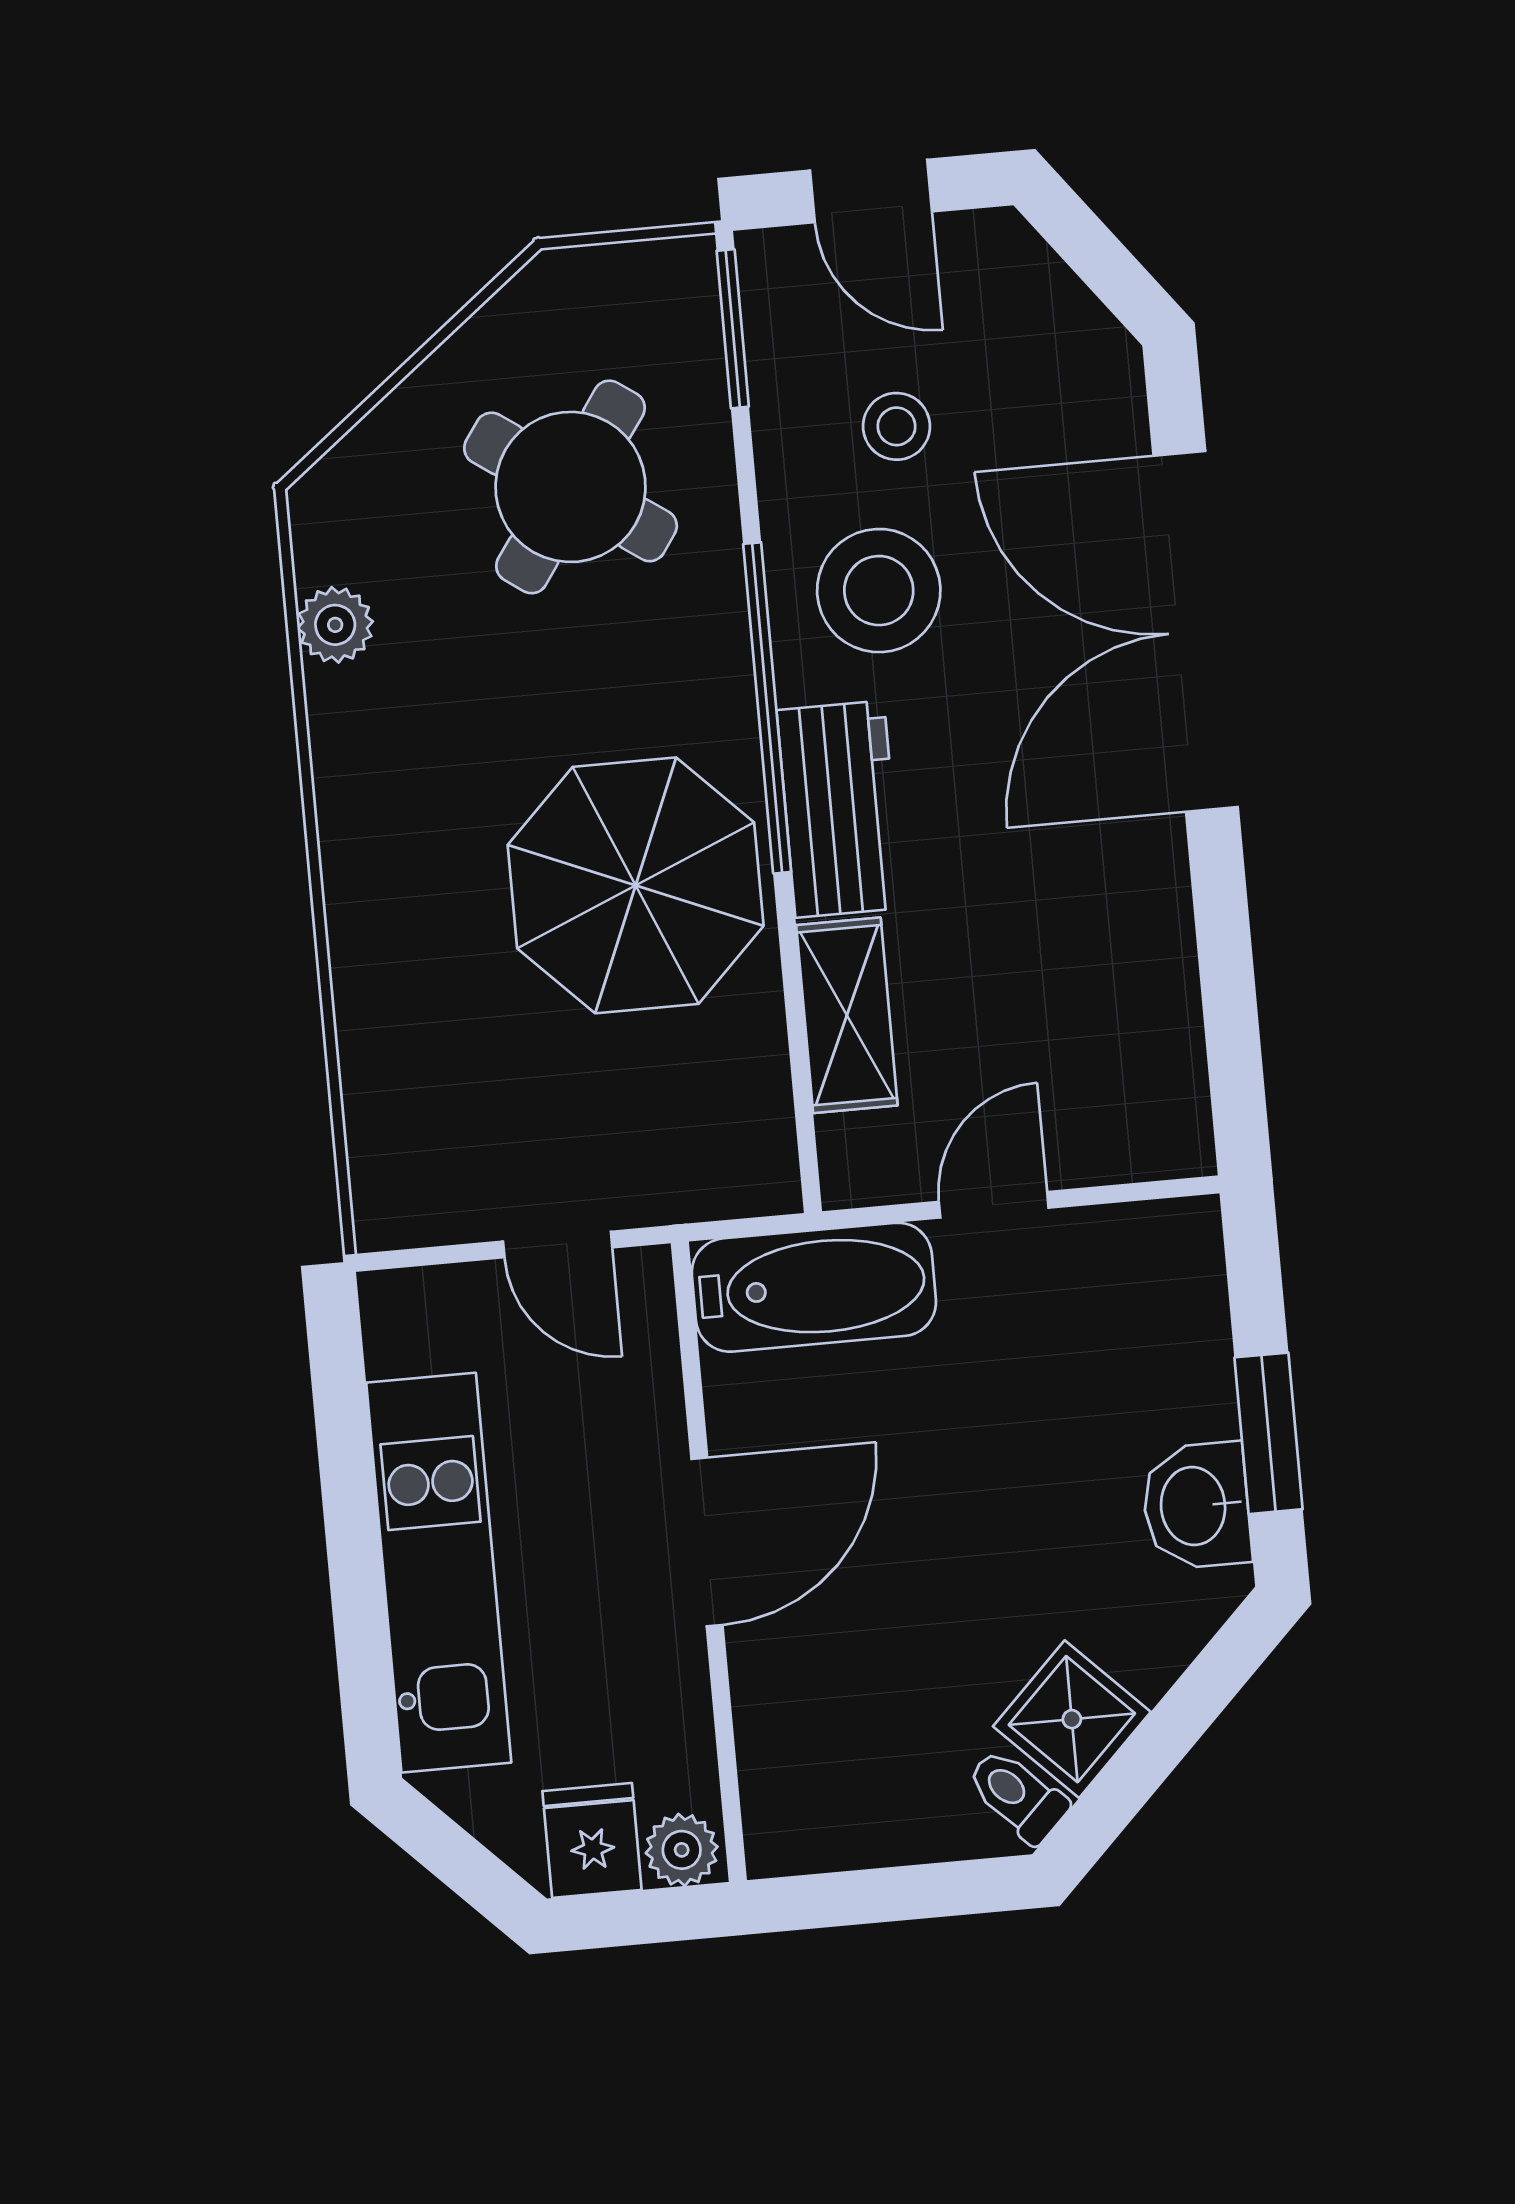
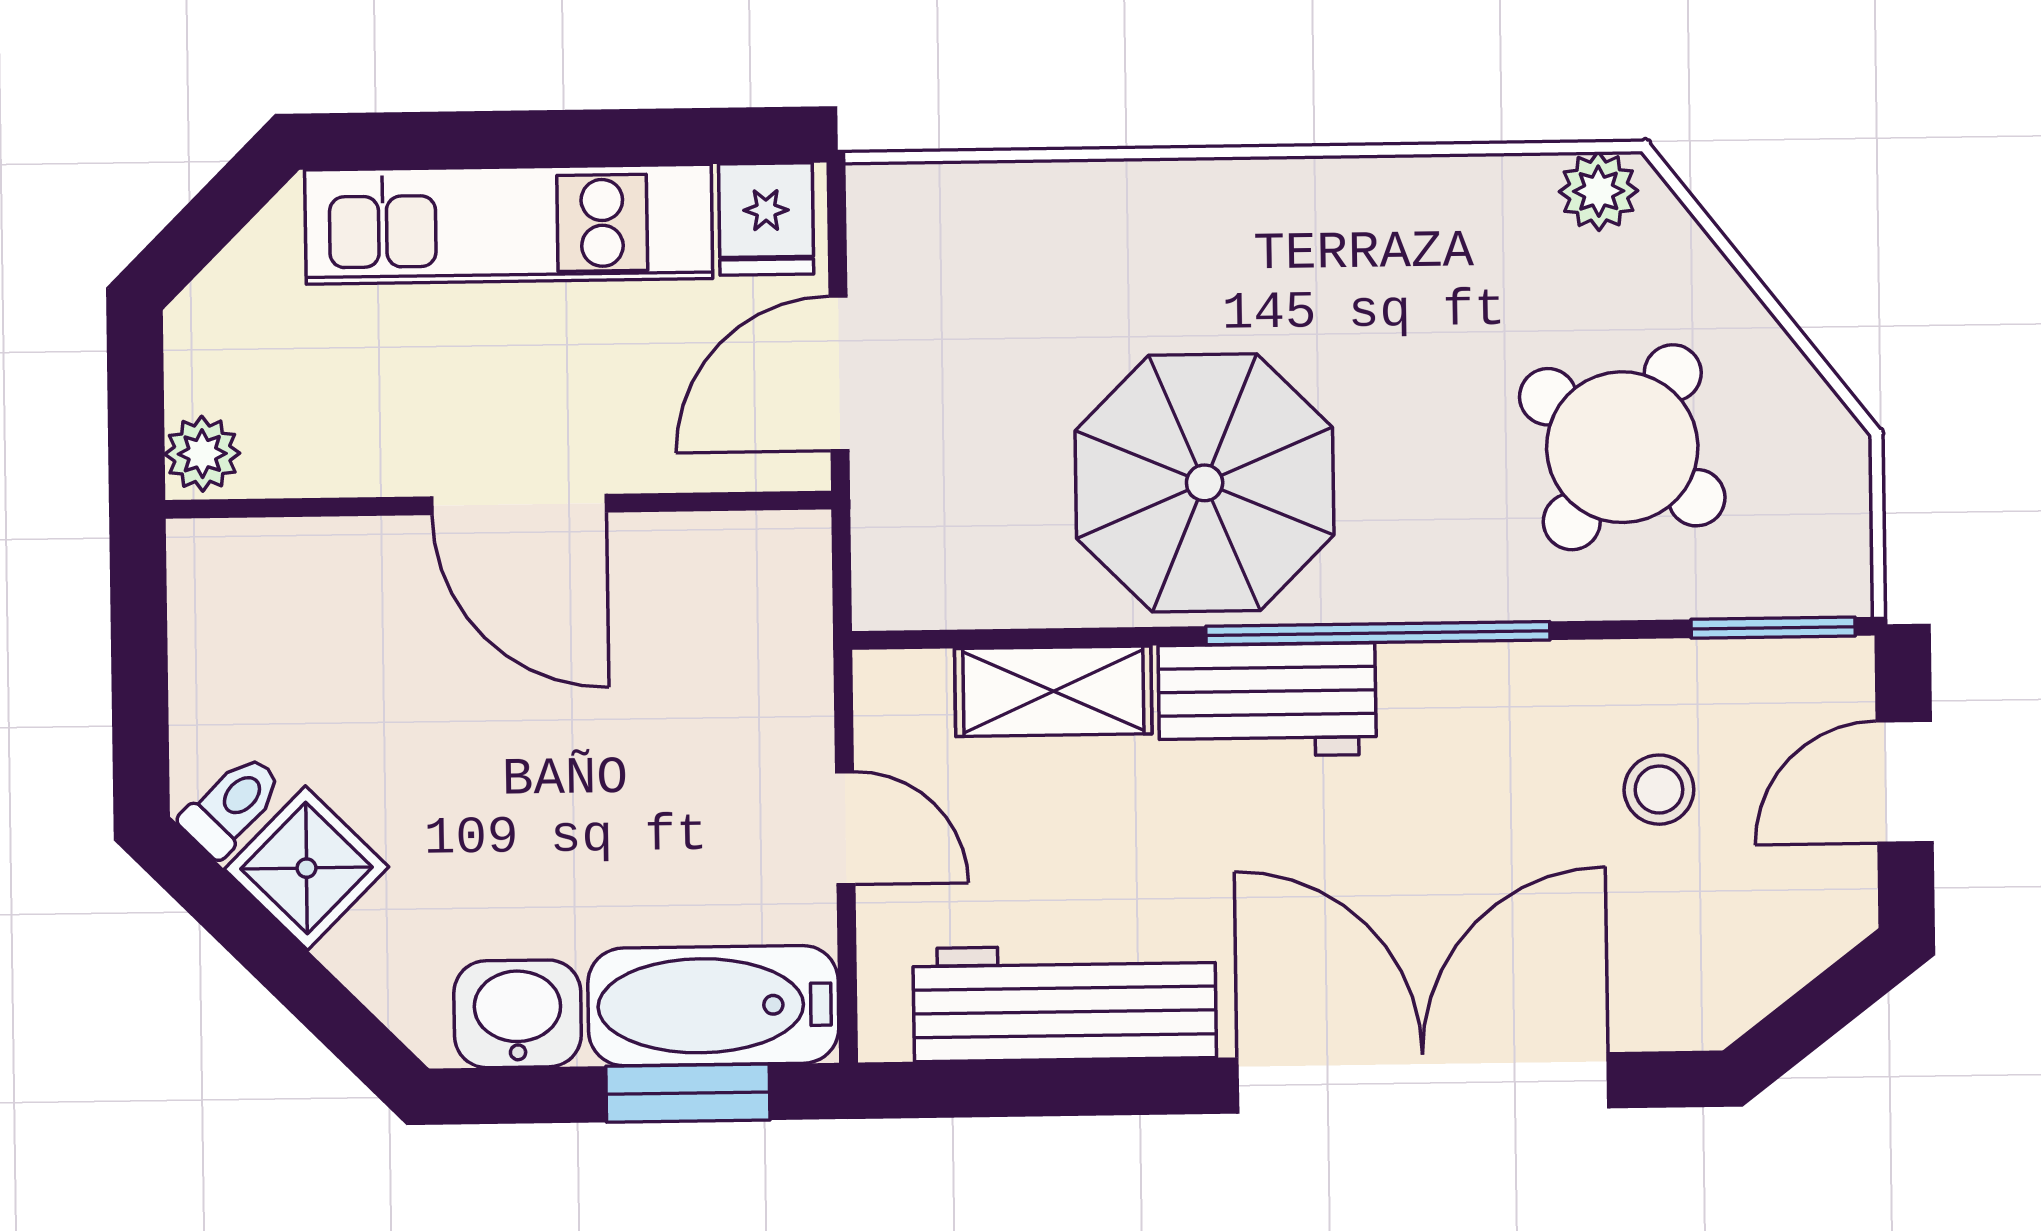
stool: (879, 591) -> (1490, 758), removed
plant: (335, 625) -> (1599, 191), moved
workbench: (1145, 981) -> (1065, 1003), added
door: (558, 1244) -> (839, 374), width x1.38
bathtub: (814, 1287) -> (713, 1006), moved, turned 90
window: (1269, 1433) -> (688, 1093), moved
fridge: (592, 1840) -> (766, 219), moved, turned 90

